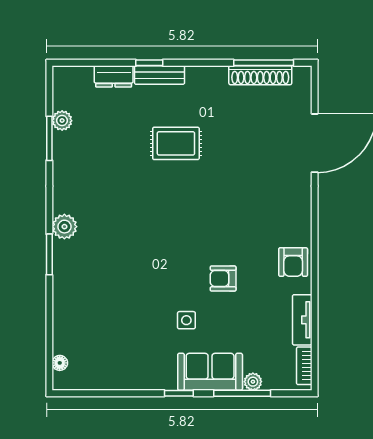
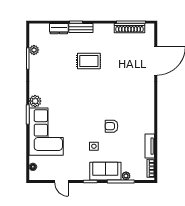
armchair: (293, 262) -> (145, 118), removed
corner sofa: (87, 290) -> (46, 132), added
door: (119, 393) -> (62, 181), added

